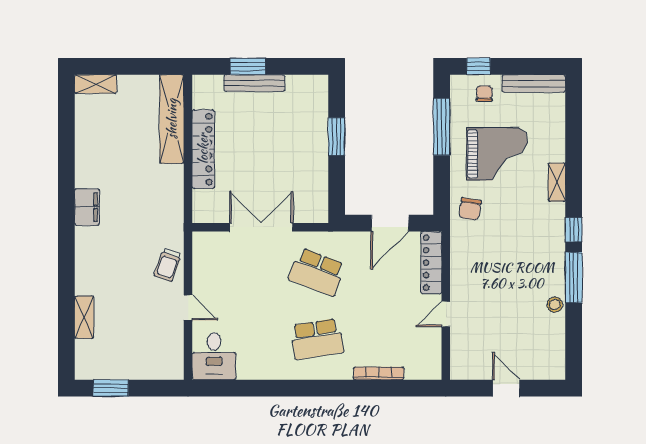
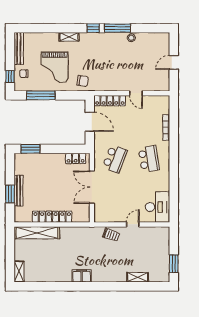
window: (337, 137) -> (30, 149), moved
grand piano: (497, 154) -> (55, 67), turned 180
locker: (318, 195) -> (76, 158), added
desk: (214, 356) -> (158, 207), width x1.37

